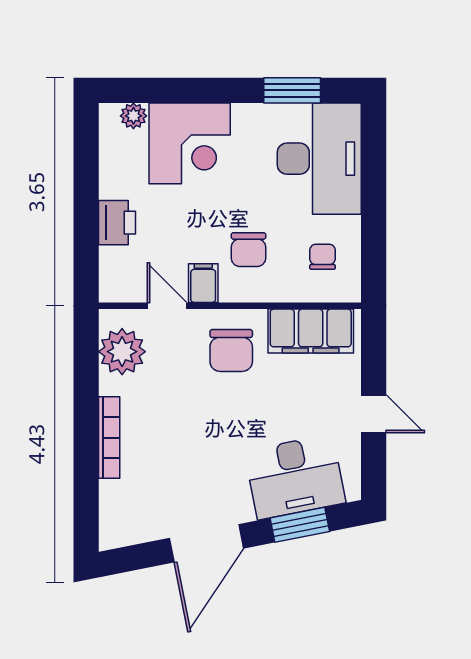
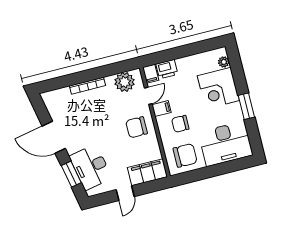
window: (292, 90) -> (246, 106), moved
printer: (117, 223) -> (167, 69), moved
chair: (323, 257) -> (185, 155), width x1.87, depth x1.87
filing cabinet: (118, 288) -> (151, 74), added
filing cabinet: (311, 331) -> (147, 172), moved, turned 90

